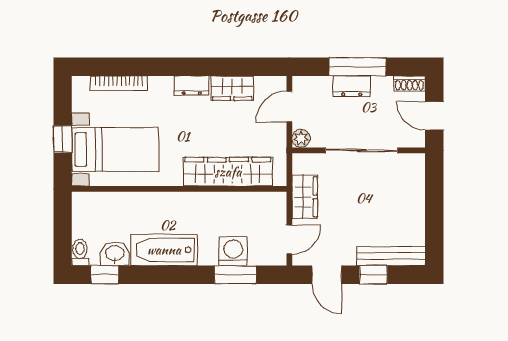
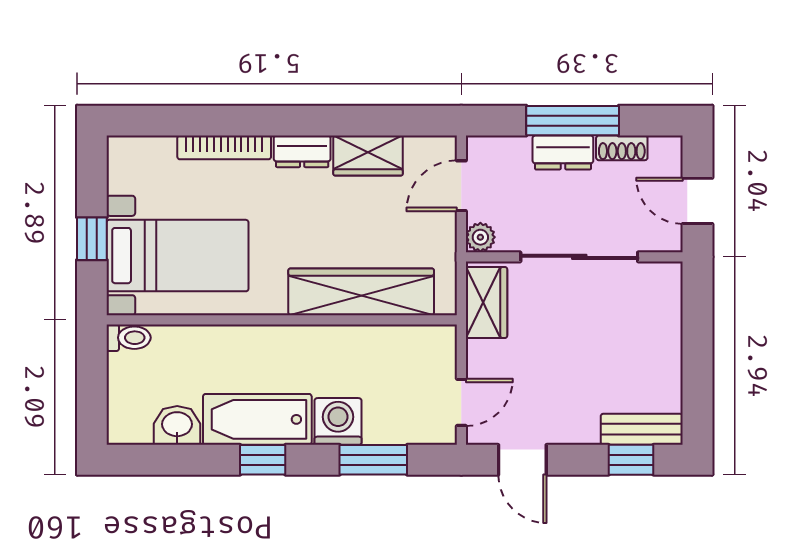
bookcase: (119, 83) -> (224, 147), moved
shoe rack: (409, 83) -> (622, 148), moved
wardrobe: (305, 197) -> (486, 303), moved
washing machine: (233, 251) -> (338, 421), moved
toilet: (80, 252) -> (129, 338), moved, turned 90
bench: (391, 256) -> (642, 429), width x0.73
window: (105, 275) -> (263, 460), moved
window: (373, 275) -> (631, 460), moved

